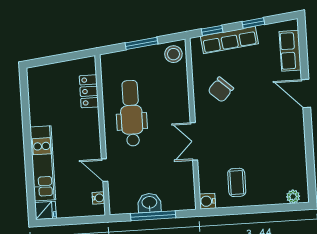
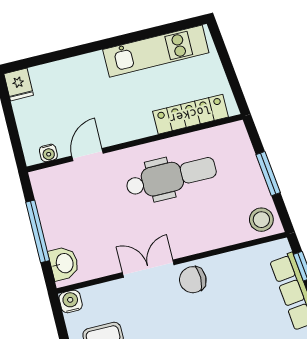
chair: (221, 90) -> (193, 280), moved, turned -42
locker: (89, 91) -> (190, 114), width x1.53
kitchen unit: (43, 163) -> (156, 51), moved
washbasin: (149, 203) -> (64, 263), moved

